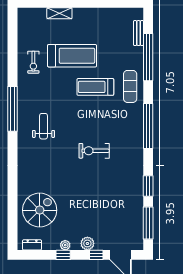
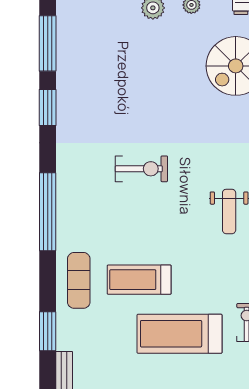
window: (148, 57) -> (48, 331), width x0.47
treadmill: (95, 87) -> (139, 280), turned 180

